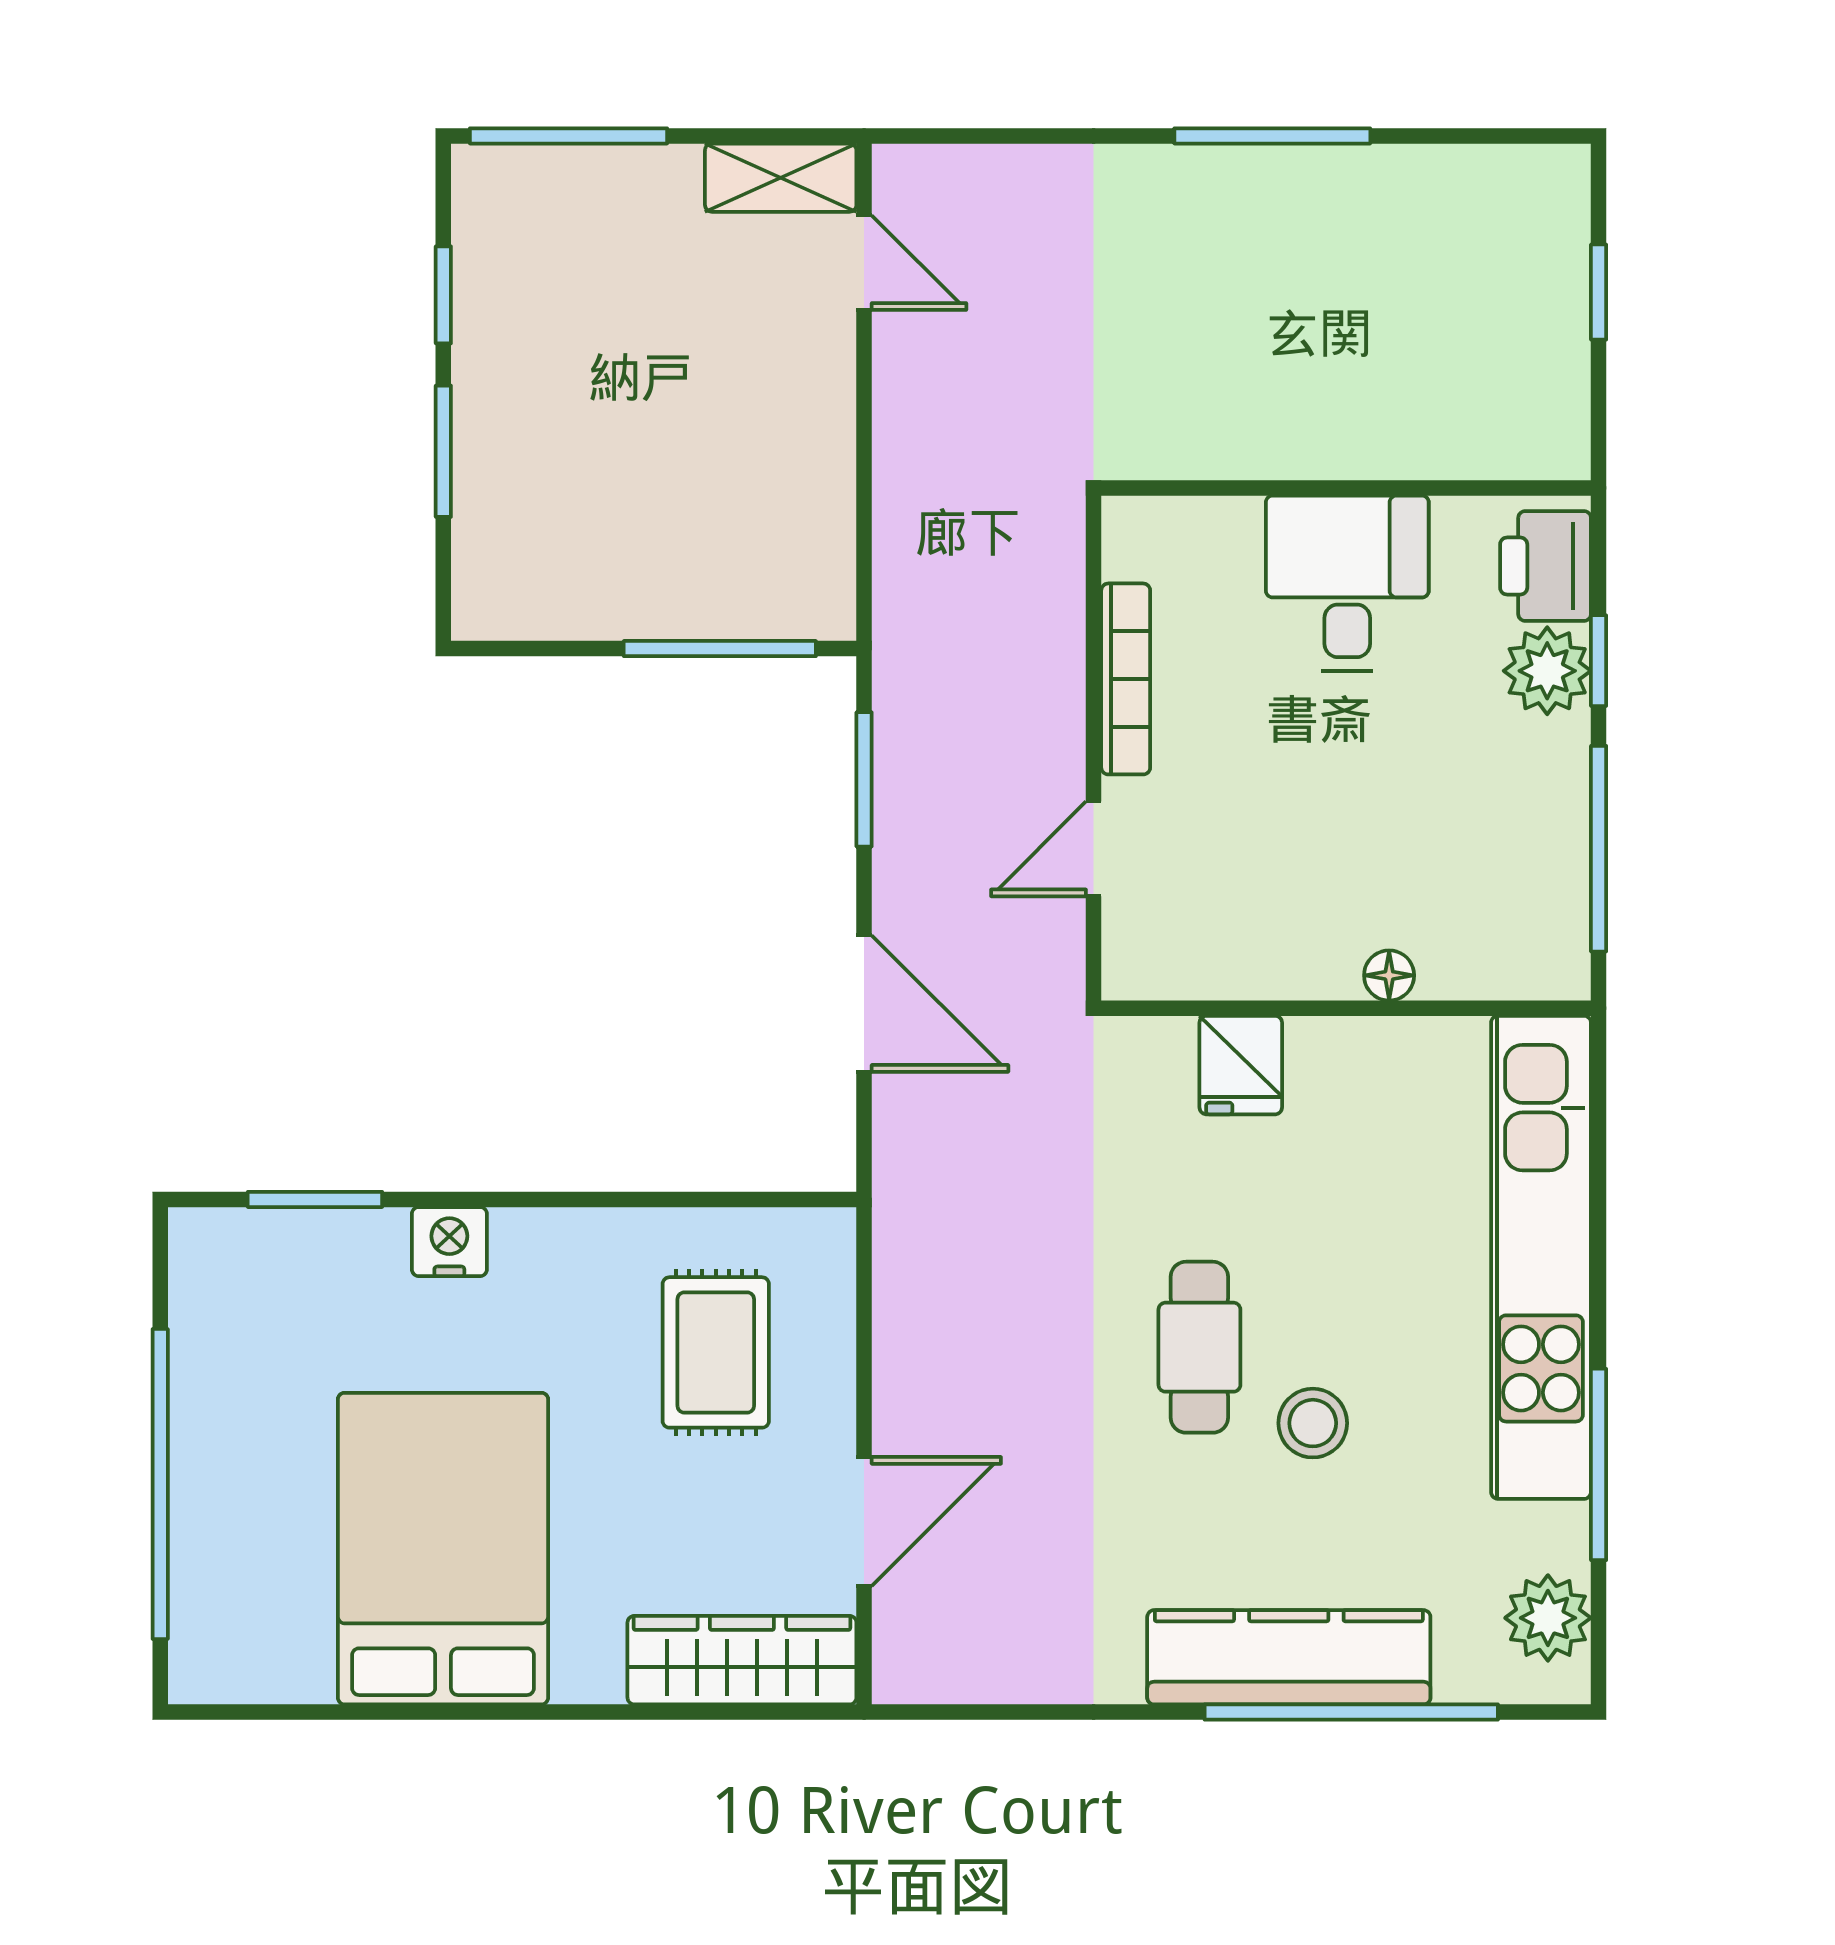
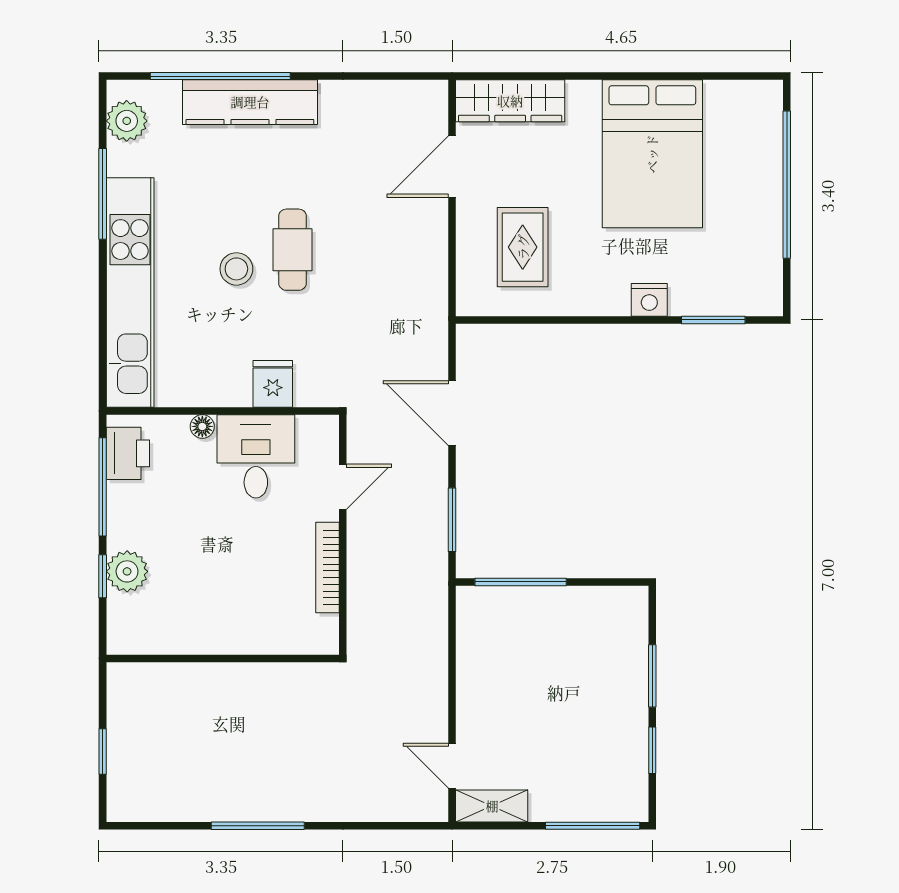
printer: (1545, 566) -> (128, 453), moved
desk: (1347, 583) -> (256, 456), moved, turned 180
stool: (1313, 1423) -> (236, 269), moved

